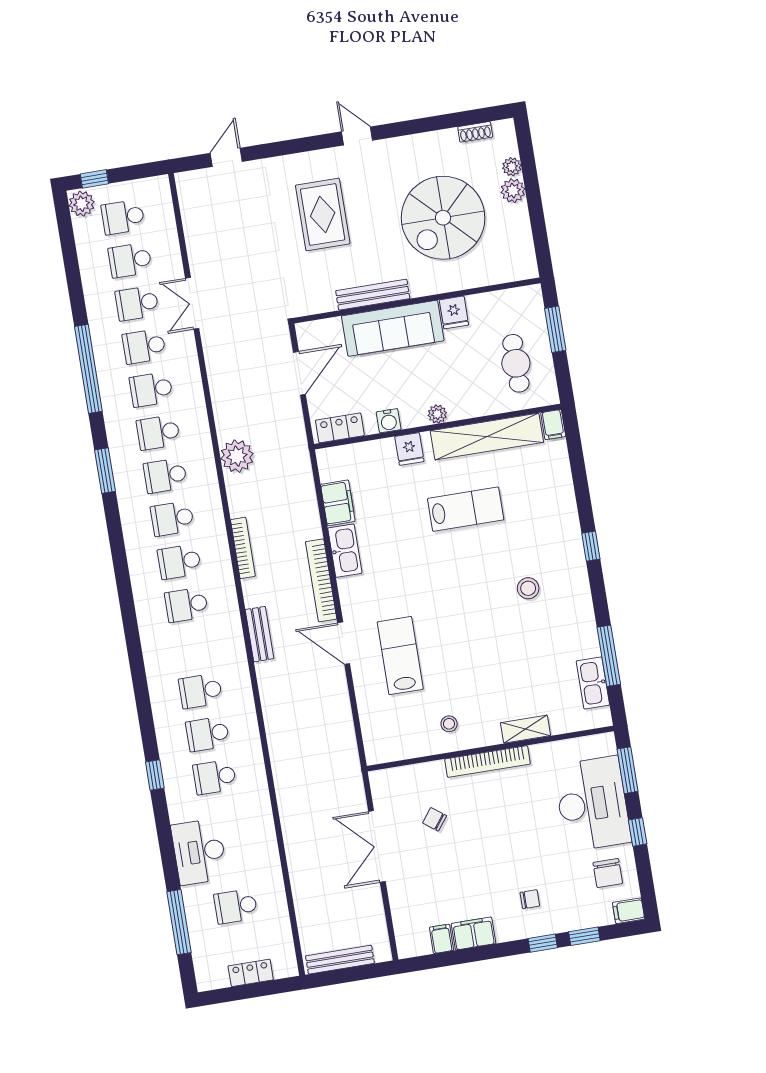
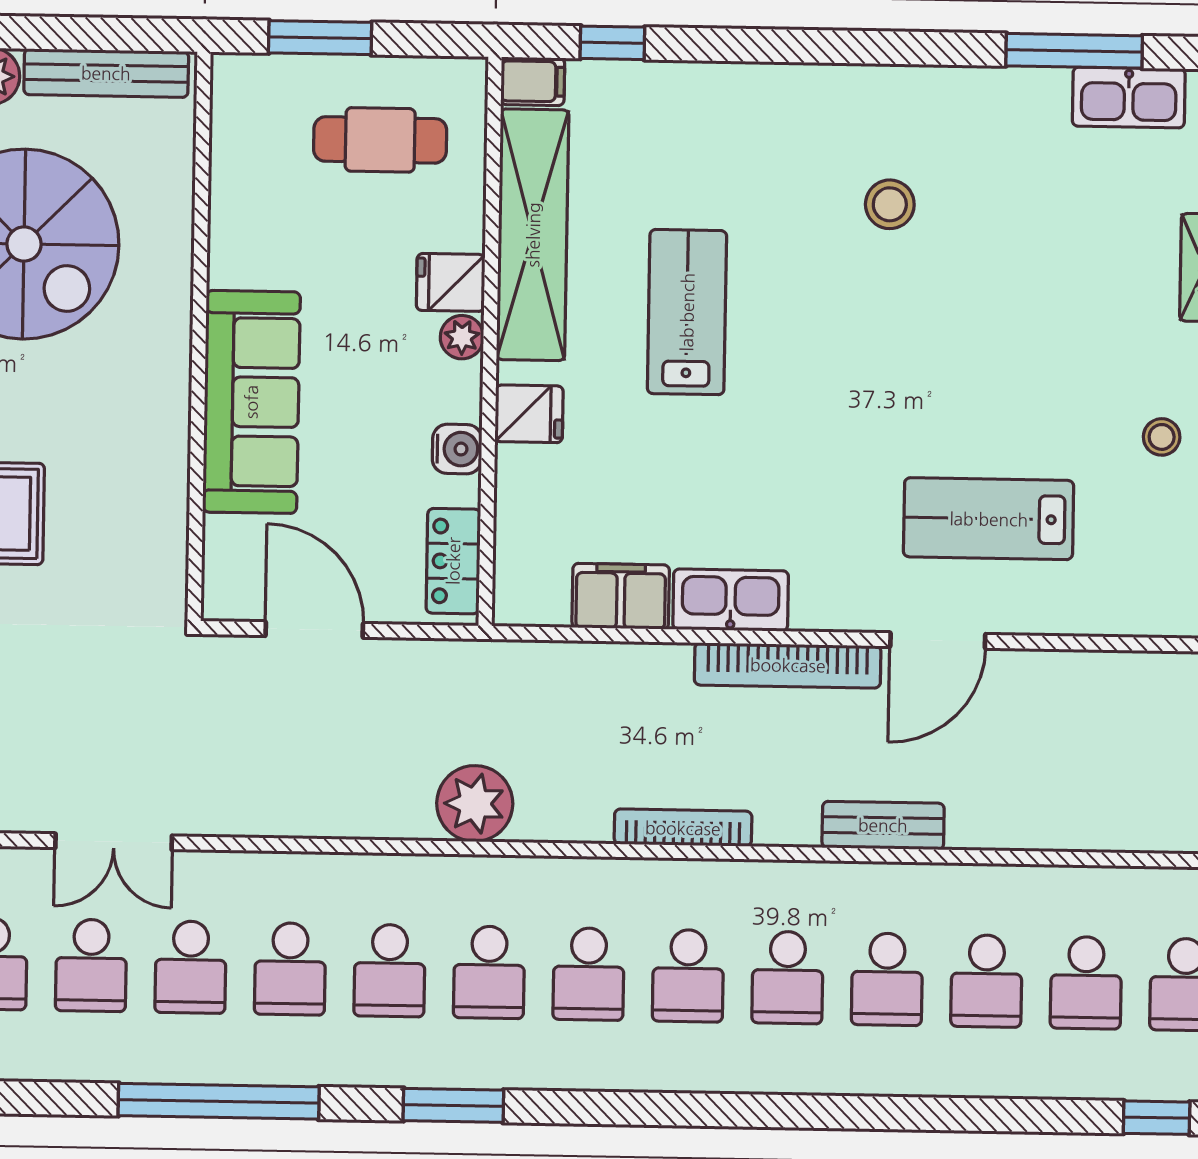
bench: (373, 295) -> (106, 73), moved, turned 90
fridge: (454, 312) -> (451, 282), moved, turned 180
window: (591, 546) -> (612, 43), moved
school desk: (193, 648) -> (887, 979), added

